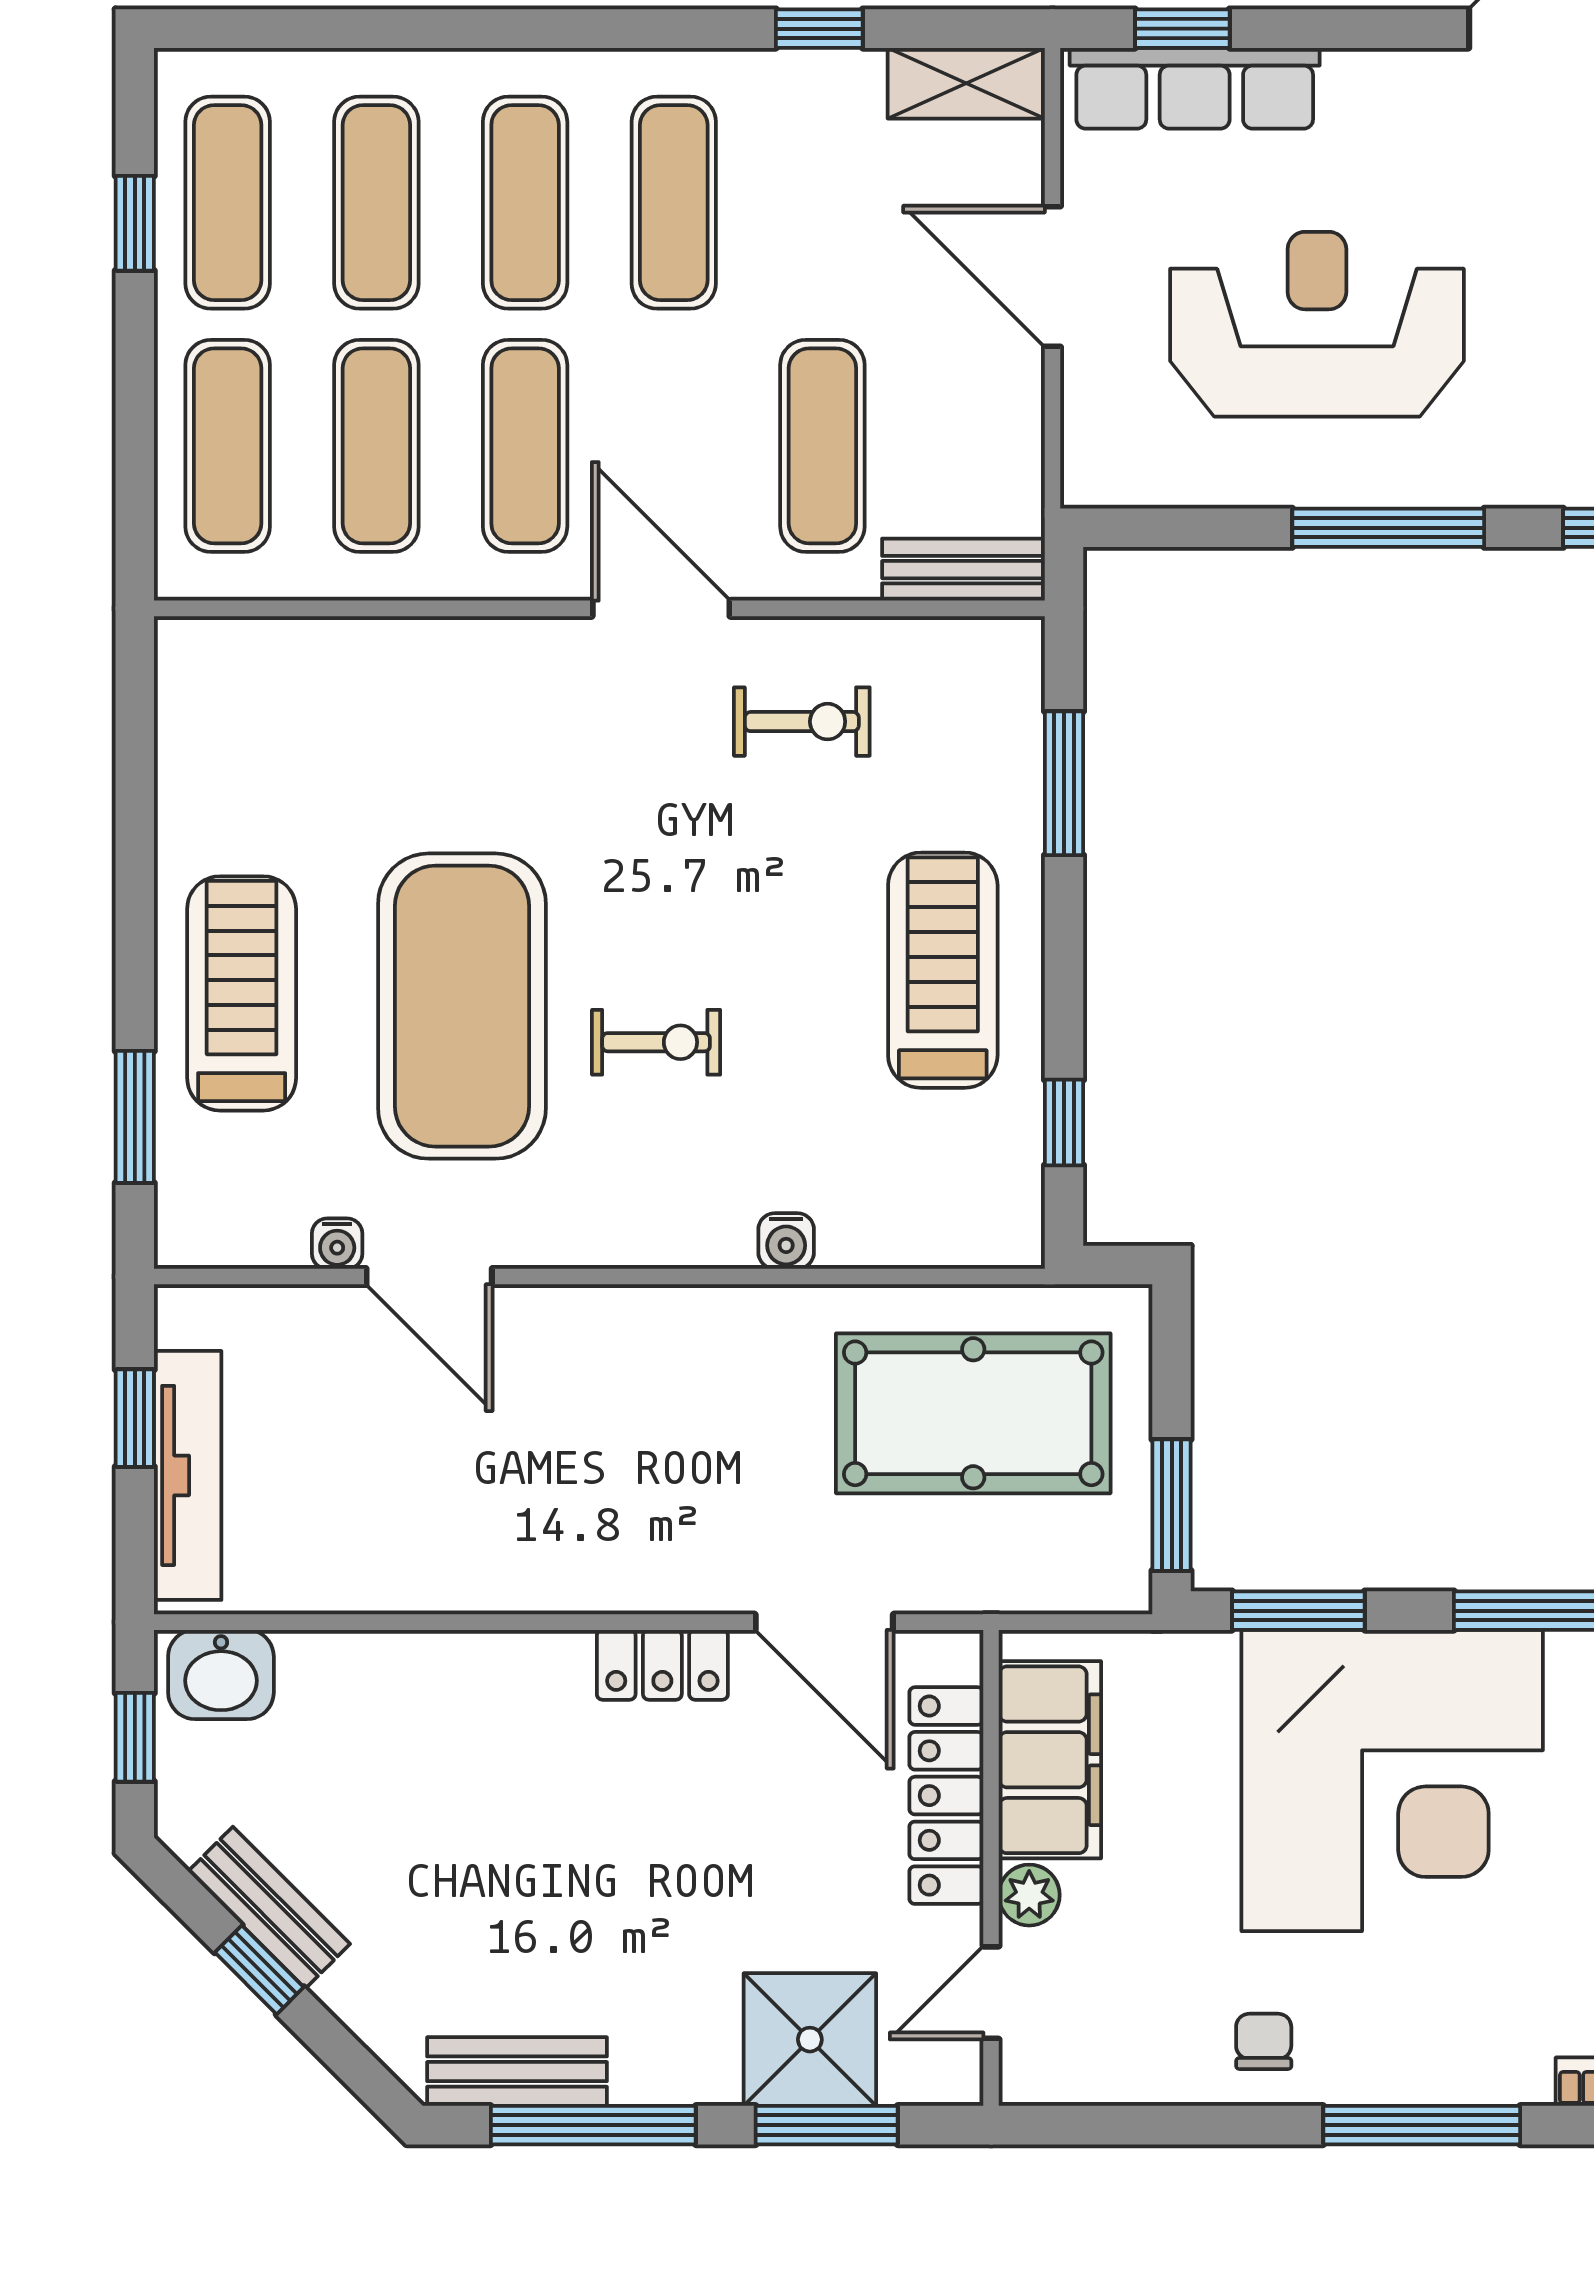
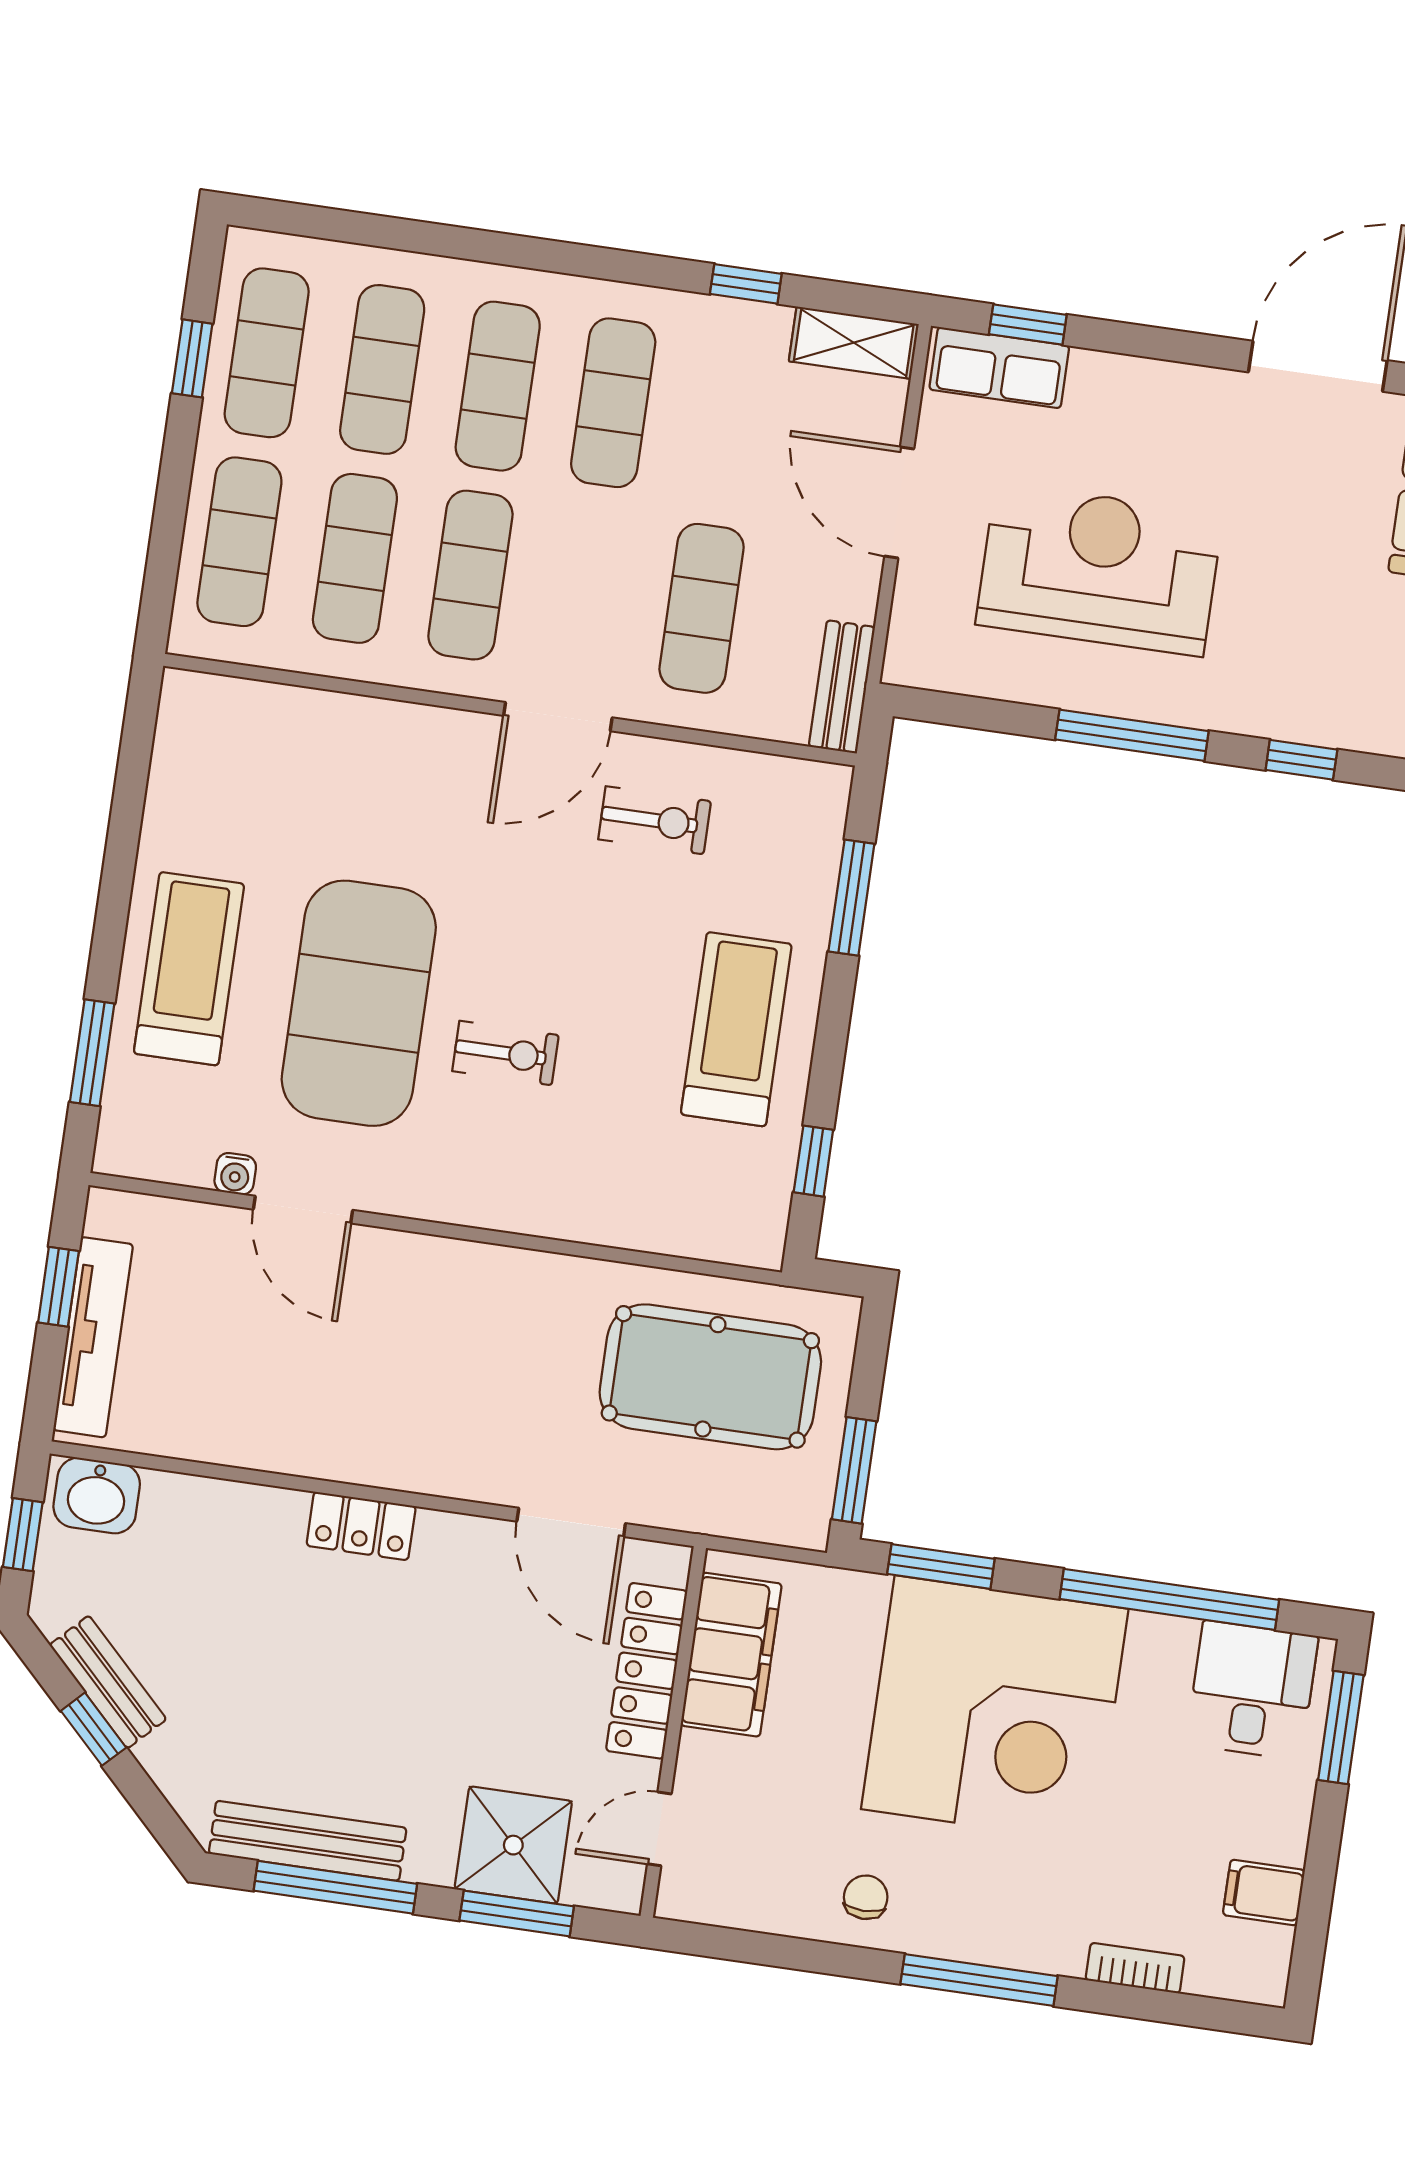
row of seats: (1195, 88) -> (999, 368), width x0.68
bench: (963, 570) -> (842, 687), moved, turned 90
door: (661, 608) -> (558, 717), swing flipped
water cooler: (786, 1241) -> (584, 1222), removed
locker: (662, 1665) -> (361, 1526), moved
plant: (1029, 1895) -> (700, 1757), removed
bench: (517, 2072) -> (308, 1841), width x1.36

